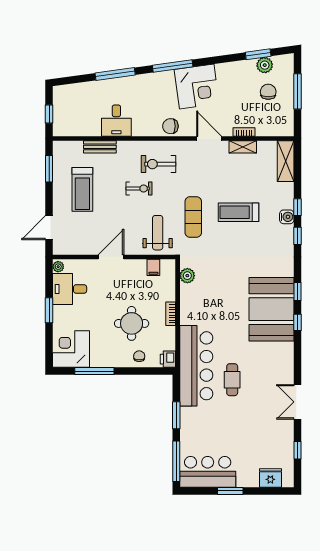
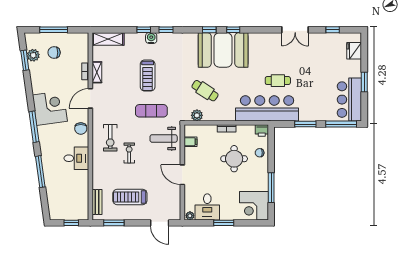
desk: (116, 121) -> (76, 158), moved
bench: (100, 147) -> (97, 202), moved
treadmill: (82, 189) -> (130, 197), turned 180
cafe table: (219, 286) -> (205, 91), added

